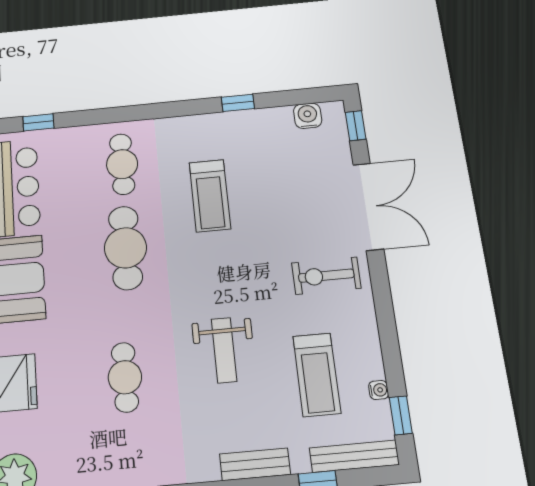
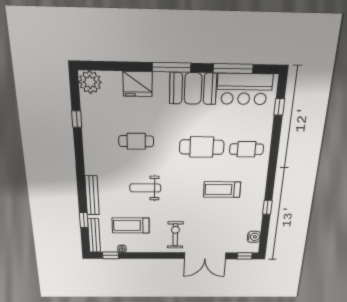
bench: (255, 464) -> (92, 195), width x1.36

